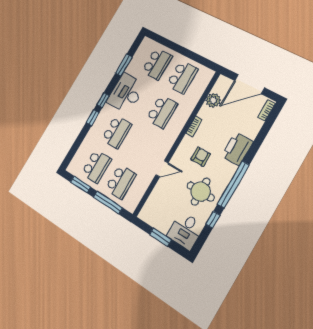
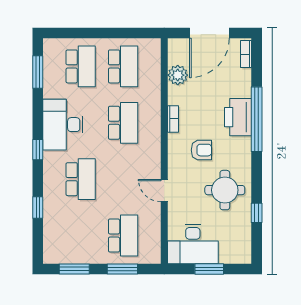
window: (124, 65) -> (38, 72), moved
window: (93, 118) -> (38, 207), moved
armchair: (201, 157) -> (201, 150), turned 90
school desk: (96, 166) -> (81, 236), removed
door: (162, 169) -> (164, 191), swing flipped
window: (233, 184) -> (257, 119), moved
window: (108, 202) -> (122, 269), width x0.69
desk: (185, 231) -> (193, 244), moved, width x1.37

